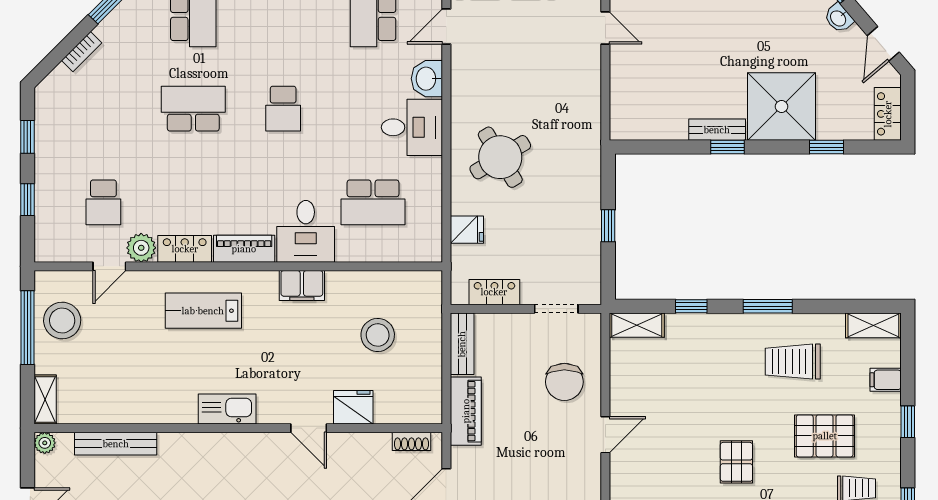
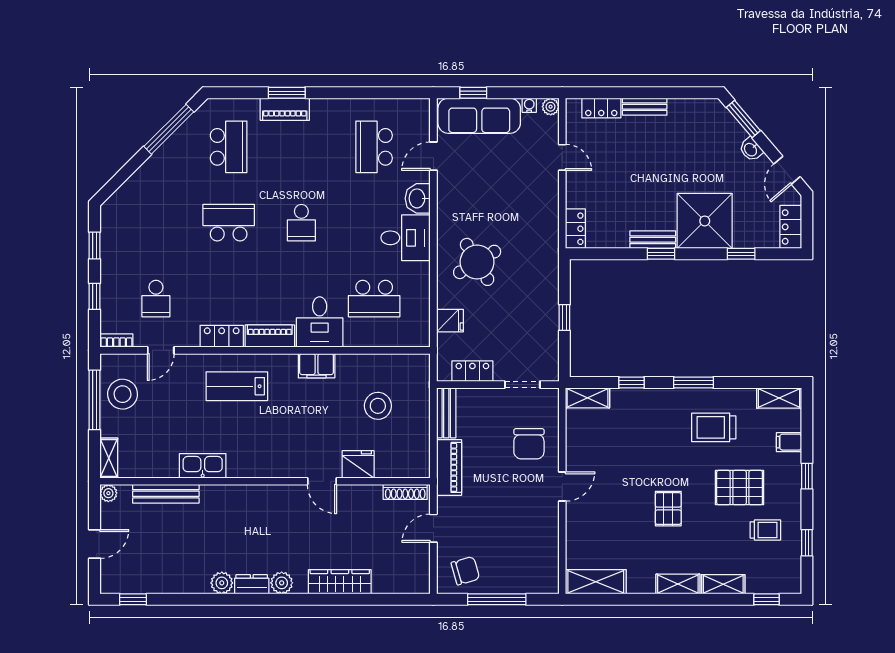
bookcase: (82, 52) -> (116, 341), moved, turned -135
locker: (622, 116) -> (575, 229), added
plant: (141, 248) -> (186, 335), removed
kitchen sink: (227, 409) -> (203, 466), moved
shoe rack: (411, 441) -> (405, 492), width x1.43

